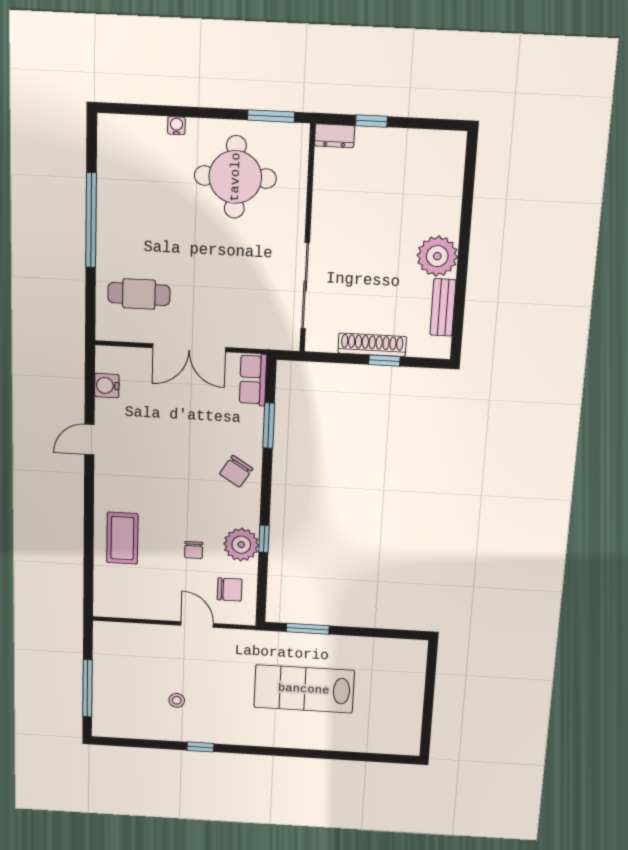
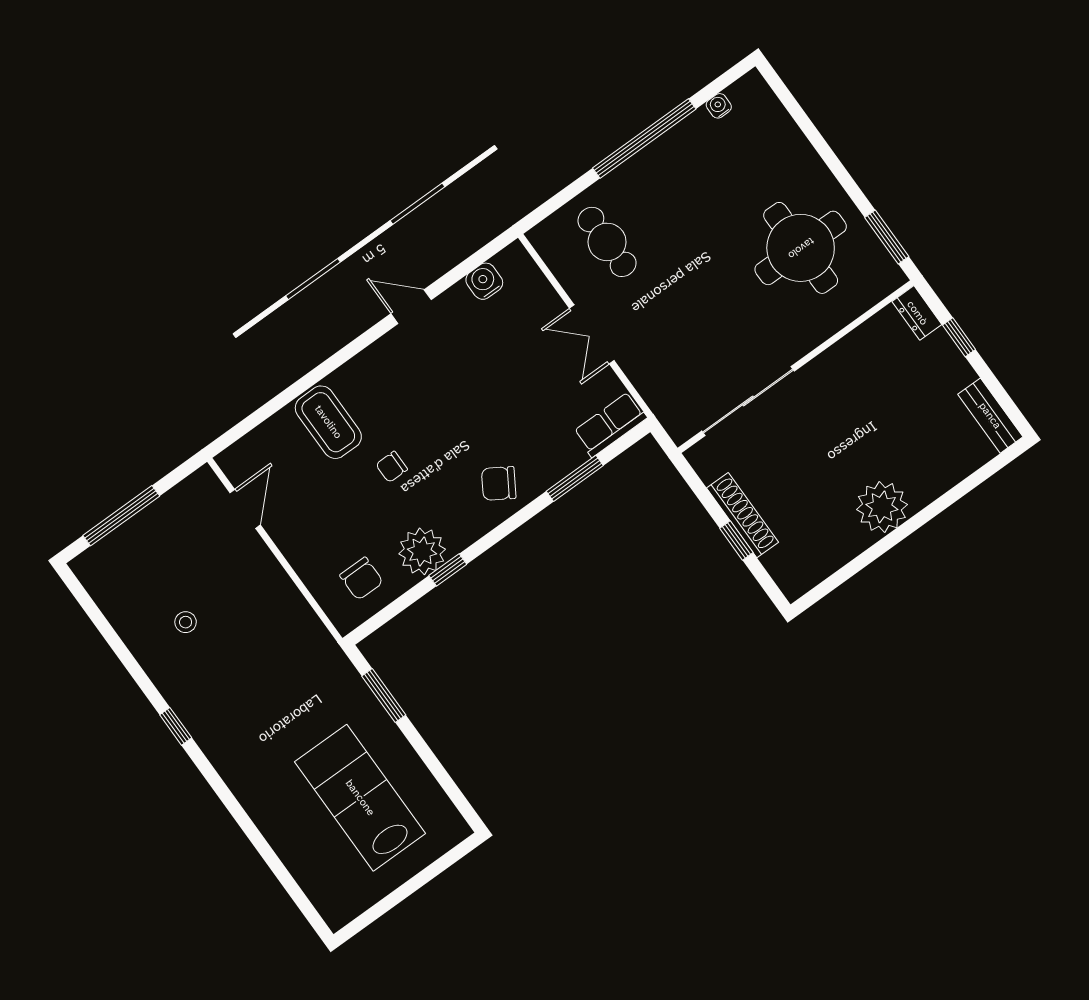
water cooler: (176, 126) -> (719, 106), moved, turned -90
bench: (443, 307) -> (990, 416), moved, turned 90
double door: (189, 348) -> (592, 334), width x0.73
coffee table: (122, 538) -> (328, 422), turned 90
chair: (194, 550) -> (392, 467), moved
door: (197, 624) -> (245, 509), moved
lab bench: (304, 689) -> (360, 798), moved
window: (200, 747) -> (176, 726), moved

